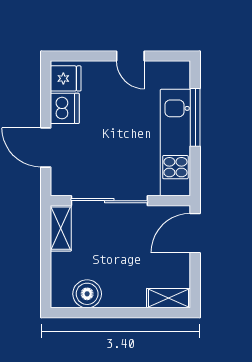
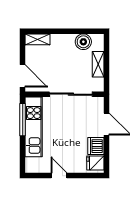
window: (195, 117) -> (23, 120), moved
shelving: (61, 228) -> (98, 64), moved
door: (195, 233) -> (23, 76), hinge flipped

